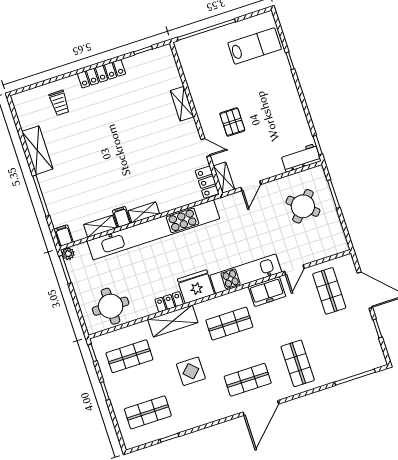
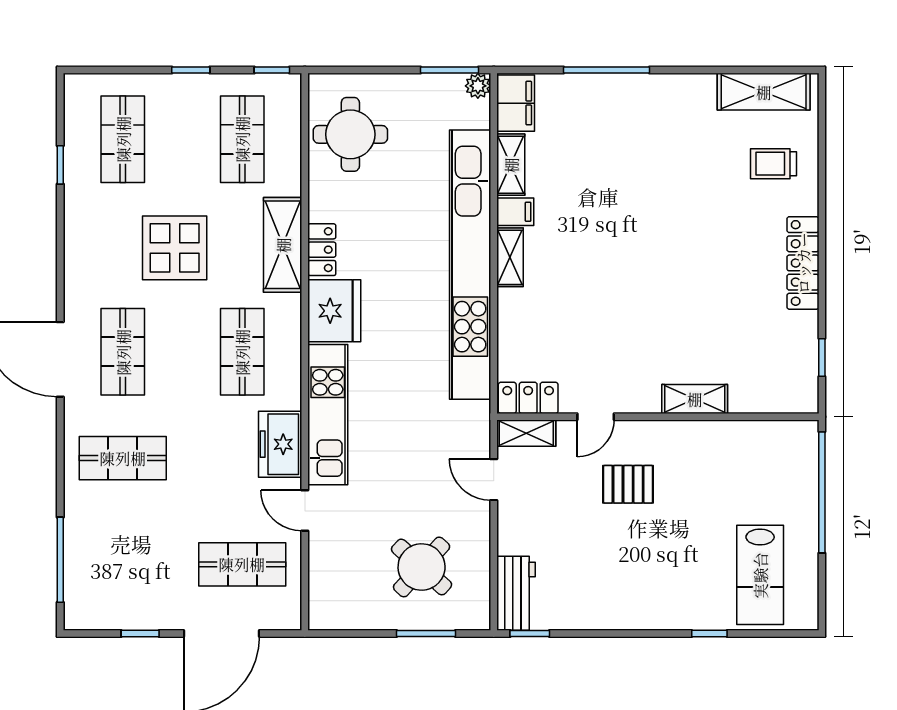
shelving: (37, 150) -> (764, 92), moved
filing cabinet: (64, 235) -> (516, 103), width x2.00
display table: (191, 371) -> (175, 248), width x1.36, depth x1.36

